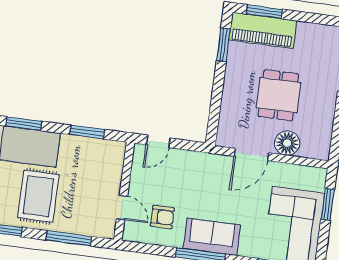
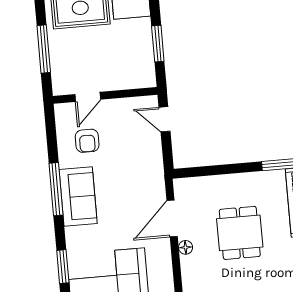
dining table: (278, 95) -> (240, 233), turned 90
floor lamp: (287, 143) -> (186, 247), width x0.53, depth x0.53
door: (251, 155) -> (172, 219), hinge flipped

